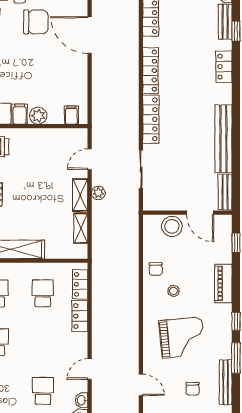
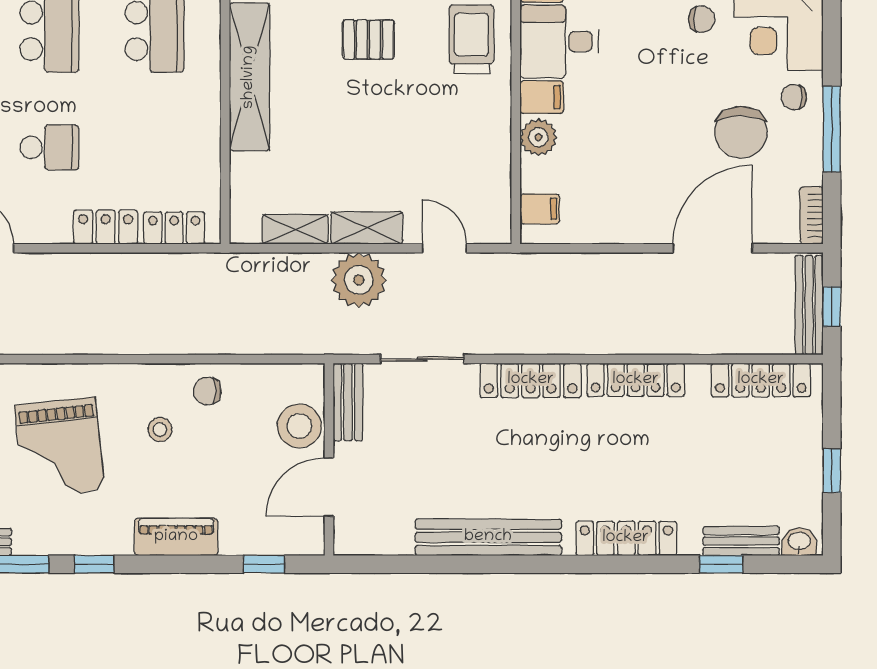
locker: (224, 67) -> (626, 538), width x1.53
bench: (225, 192) -> (348, 402), moved, turned 90
plant: (98, 193) -> (359, 280), width x1.87, depth x1.87
school desk: (43, 293) -> (49, 147), moved

